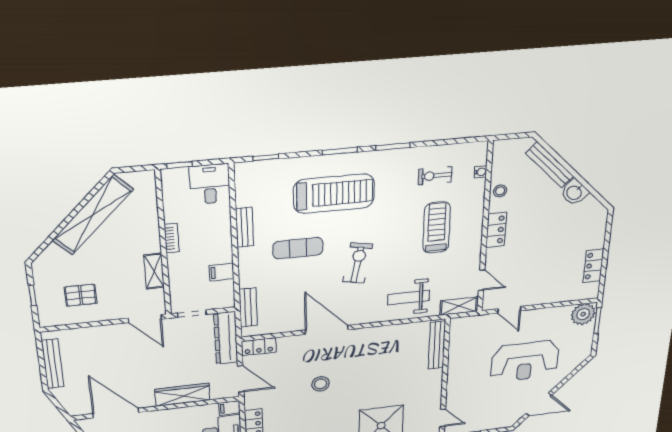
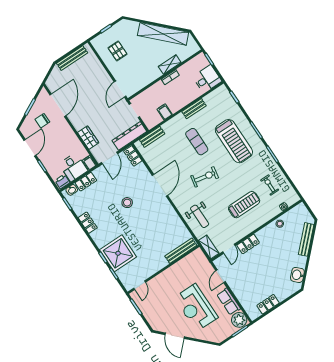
washbasin: (574, 192) -> (297, 275), moved
locker: (496, 230) -> (248, 244), moved
shelving: (154, 271) -> (170, 65), moved
weight bench: (408, 297) -> (200, 216), turned 180
row of seats: (550, 316) -> (229, 302), added
wardrobe: (182, 395) -> (88, 138), width x0.67

